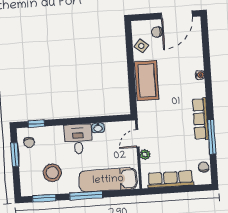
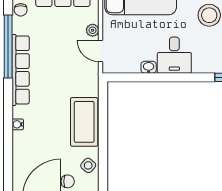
row of seats: (200, 119) -> (21, 70), width x1.36
window: (212, 137) -> (8, 47), width x1.46
door: (137, 138) -> (101, 51), swing flipped

